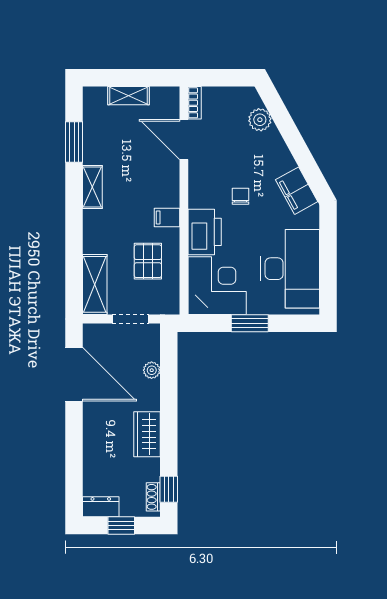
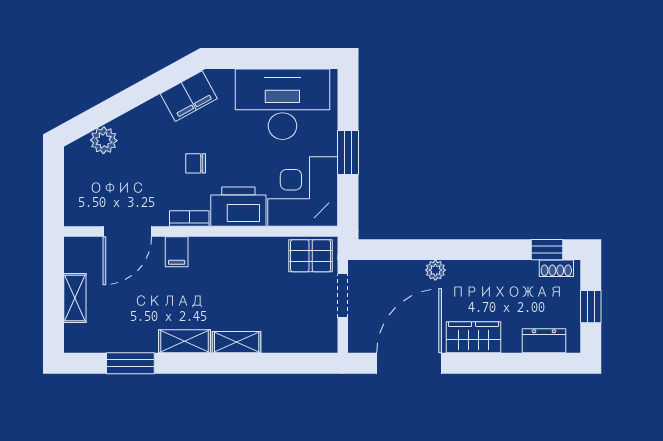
bookcase: (195, 103) -> (189, 219), moved
filing cabinet: (167, 217) -> (177, 252), moved
pallet: (148, 261) -> (311, 256), moved
shelving: (95, 284) -> (237, 342), moved, width x0.67, depth x0.75
plant: (152, 370) -> (435, 270), moved
wardrobe: (147, 434) -> (474, 337), moved, turned 180
dresser: (101, 507) -> (544, 341), moved, turned 90

